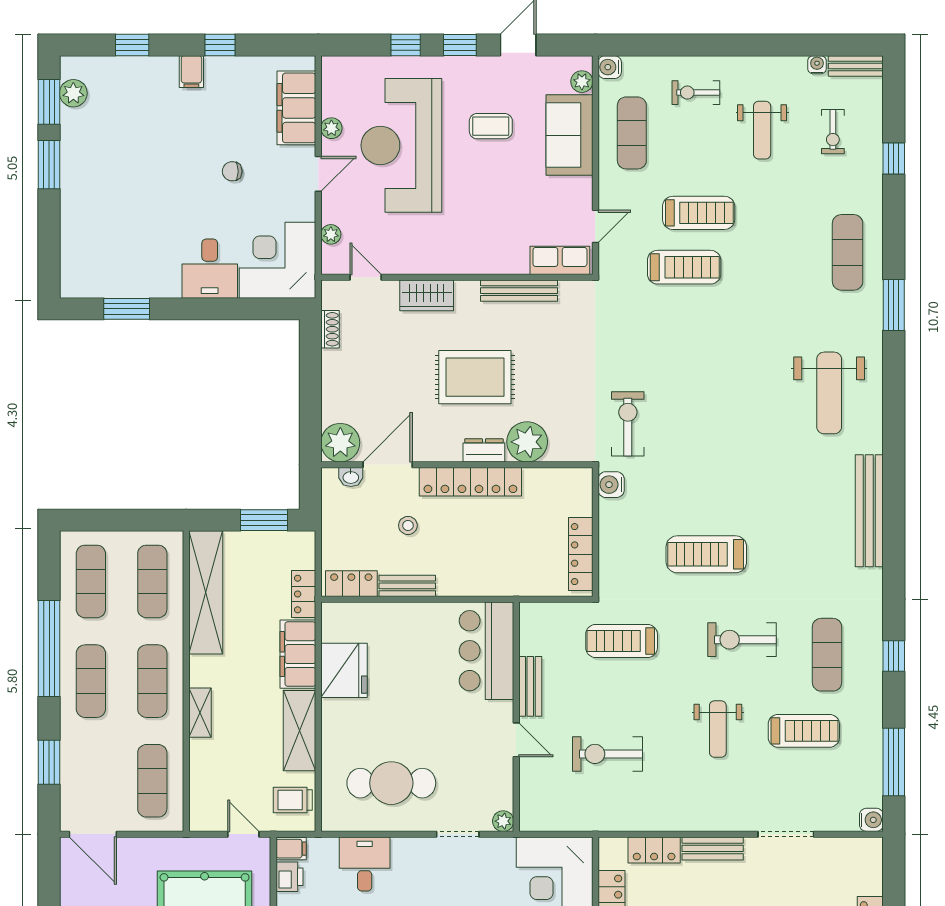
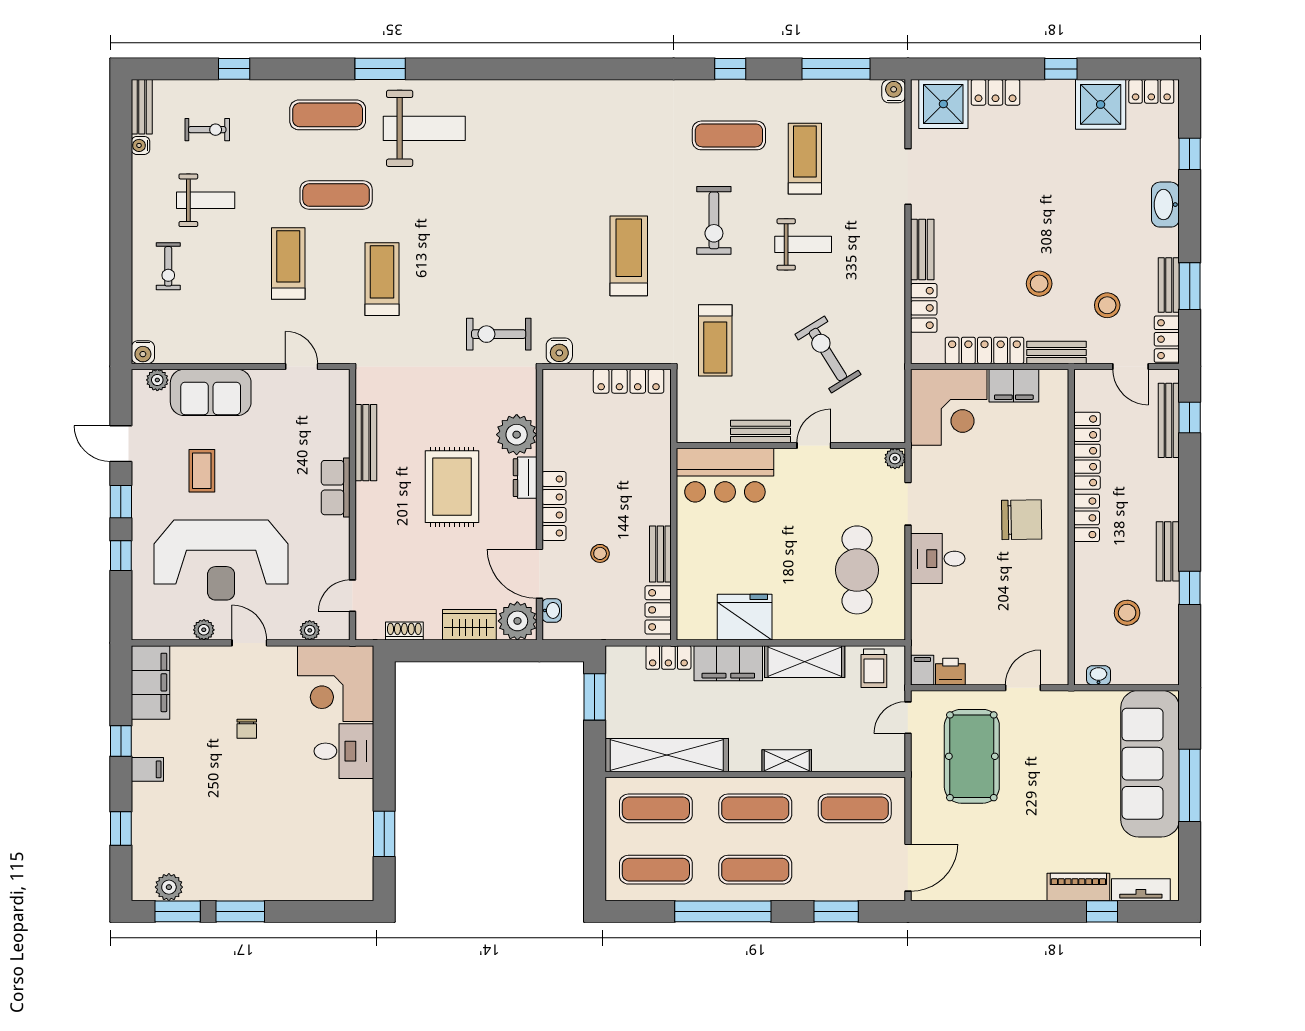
filing cabinet: (296, 108) -> (150, 682), moved, turned -90
exercise mat: (632, 133) -> (336, 195), moved
row of seats: (560, 260) -> (336, 488), moved
treadmill: (684, 267) -> (382, 279), moved
wardrobe: (427, 295) -> (469, 625), moved, turned -90
weight bench: (829, 393) -> (424, 128), moved
locker: (470, 482) -> (554, 506), width x0.71, depth x0.83
bench: (869, 511) -> (585, 93), removed
treadmill: (706, 554) -> (629, 256), turned 180
exercise bike: (607, 754) -> (828, 354), turned 148
desk: (365, 864) -> (938, 559), moved
shower: (859, 870) -> (943, 104), added

